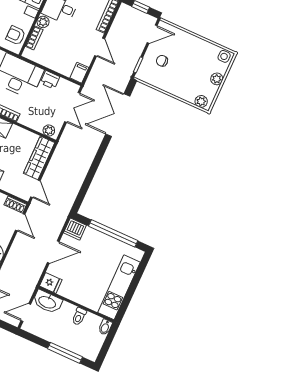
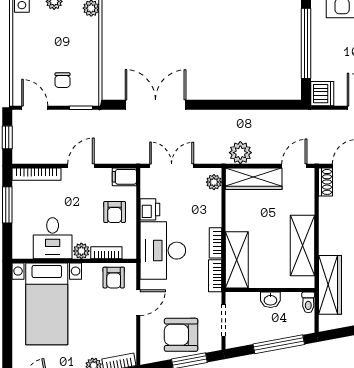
armchair: (59, 56) -> (115, 212), added
double door: (118, 115) -> (156, 105), swing flipped
plant: (60, 157) -> (240, 153), added

